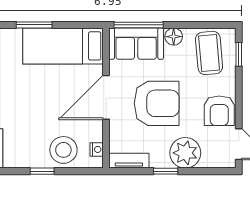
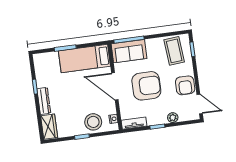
floor lamp: (174, 37) -> (151, 44), removed
door: (106, 97) -> (115, 86), hinge flipped
plant: (185, 153) -> (173, 118), width x0.53, depth x0.53

